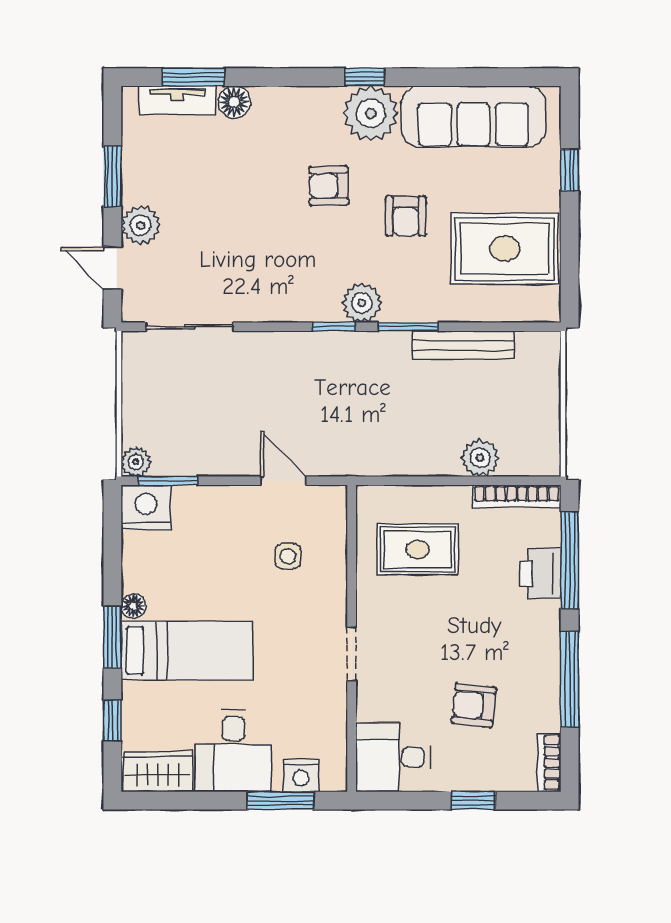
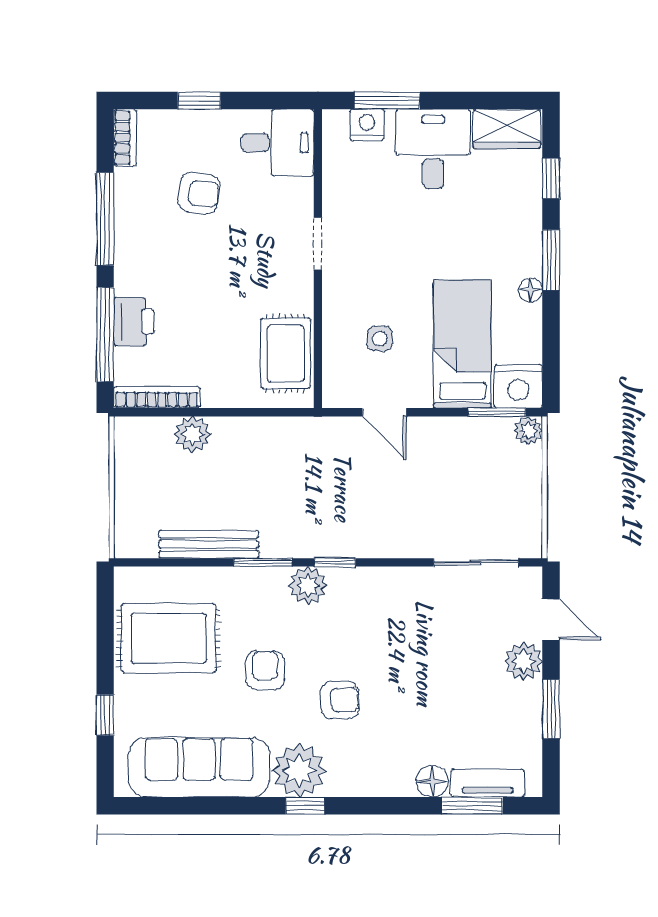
rug: (418, 549) -> (286, 353), moved, turned 90
bed: (187, 651) -> (462, 344), moved, turned 90

